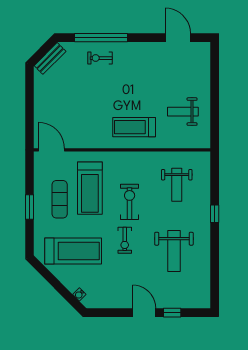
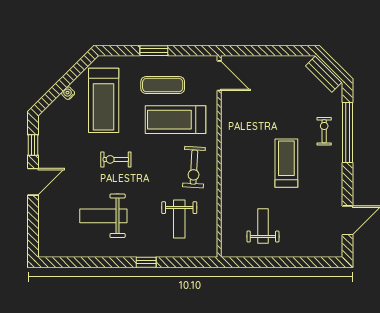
treadmill: (134, 127) -> (286, 163), moved
door: (52, 150) -> (219, 76), hinge flipped
weight bench: (177, 185) -> (179, 219), turned -90
exercise bike: (130, 202) -> (194, 167), moved, turned 93
water cooler: (79, 294) -> (68, 93), moved
window: (172, 313) -> (33, 145), moved

